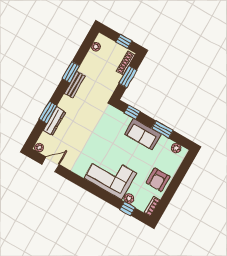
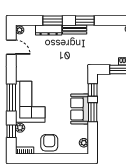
window: (71, 72) -> (85, 21), moved
bench: (75, 85) -> (75, 30), moved
window: (162, 129) -> (93, 112), moved
armchair: (158, 180) -> (49, 143), turned 90
window: (97, 191) -> (11, 98), added

